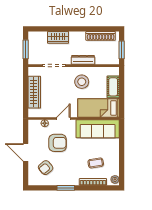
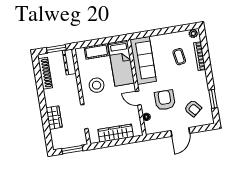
dresser: (83, 60) -> (69, 62), moved
window: (66, 188) -> (213, 99), moved

